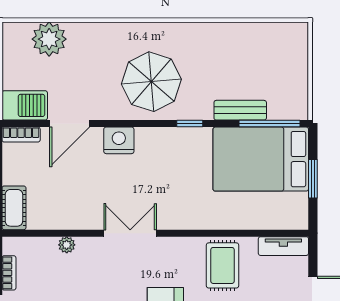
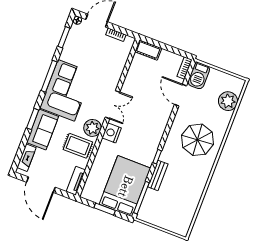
parasol: (151, 82) -> (197, 140), moved
bench: (240, 110) -> (158, 175), moved
nightstand: (119, 140) -> (112, 133), moved, turned 180
plant: (67, 245) -> (92, 128), moved, width x1.87, depth x1.87

